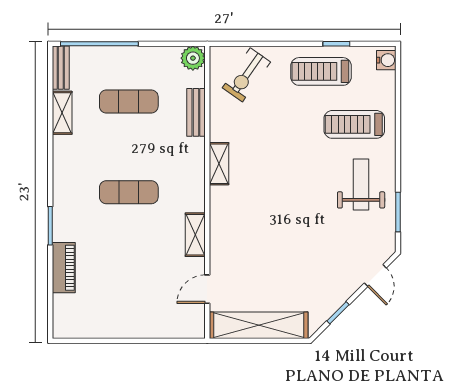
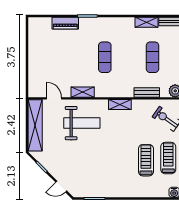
treadmill: (354, 124) -> (146, 160), moved
weight bench: (361, 184) -> (82, 123), moved, width x1.36, depth x1.33

